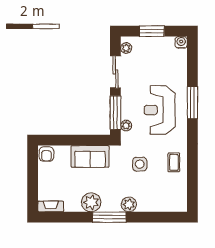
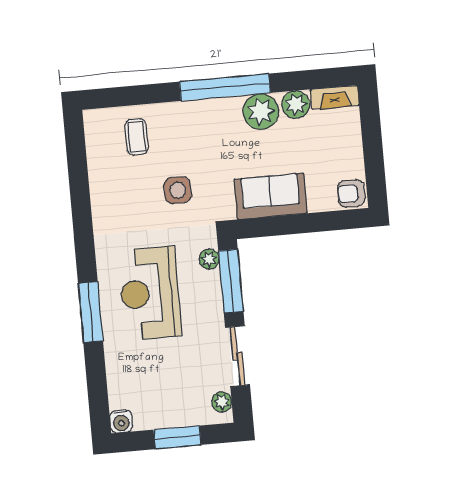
reception desk: (160, 110) -> (150, 293), turned 180
armchair: (46, 154) -> (351, 193), turned -90
coffee table: (174, 162) -> (137, 137), moved
plant: (129, 204) -> (296, 105), moved
window: (109, 217) -> (225, 87), width x1.46

